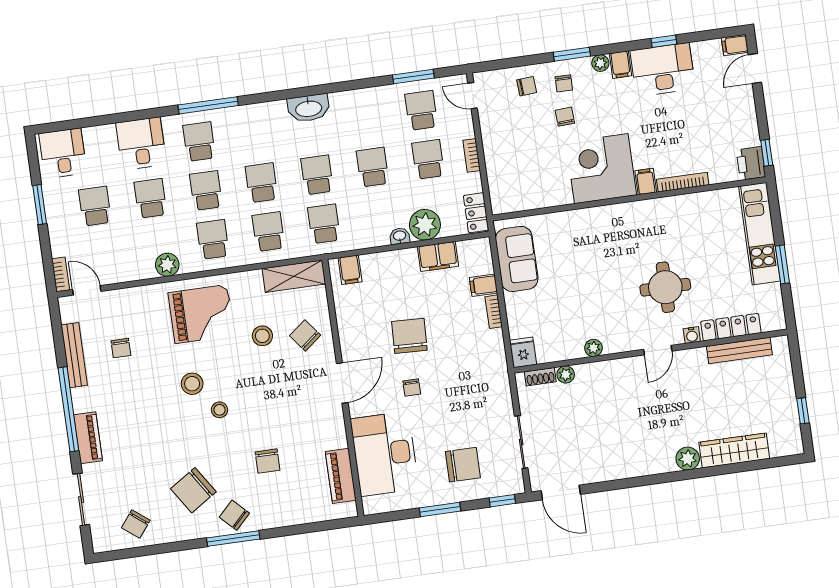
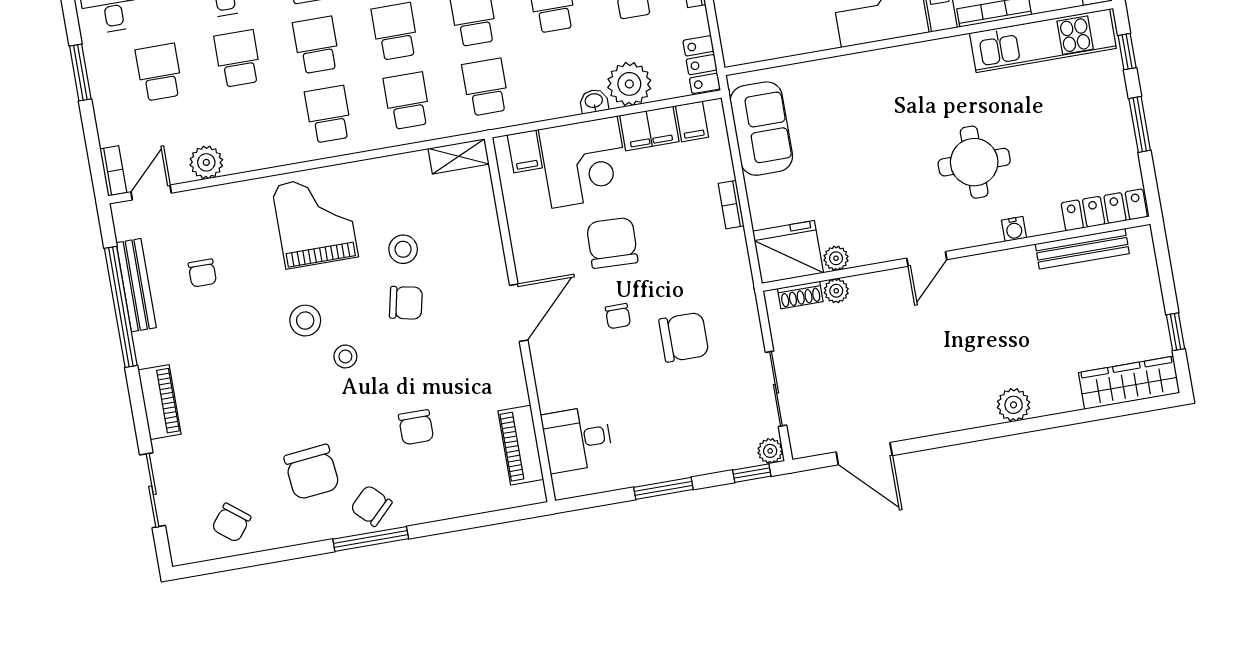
window: (775, 213) -> (1127, 52), added
kitchen unit: (759, 234) -> (1043, 41), moved, turned -90
plant: (167, 265) -> (206, 162), moved
shelving: (294, 276) -> (459, 156), width x0.67, depth x0.75
corner desk: (392, 279) -> (585, 162), added
filing cabinet: (483, 285) -> (692, 121), moved, turned -90
door: (87, 290) -> (151, 193), hinge flipped
grand piano: (201, 314) -> (315, 221), turned -90
locker: (731, 327) -> (1104, 210), moved
chair: (305, 335) -> (406, 303), moved, turned 140
plant: (593, 348) -> (836, 258), moved
door: (658, 350) -> (927, 259), moved
fridge: (523, 352) -> (788, 252), width x1.88, depth x1.34
window: (68, 409) -> (121, 307), moved
wardrobe: (734, 450) -> (1129, 383), moved
desk: (385, 454) -> (577, 439), width x0.53, depth x0.77
chair: (463, 465) -> (684, 337), moved
plant: (516, 486) -> (770, 451), added
chair: (193, 490) -> (312, 472), turned -63
door: (561, 493) -> (864, 454), moved

